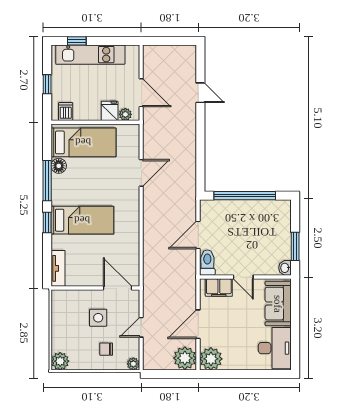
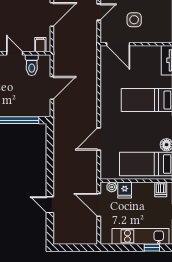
toilet: (207, 263) -> (32, 65), moved
filing cabinet: (219, 288) -> (40, 45), width x0.50

